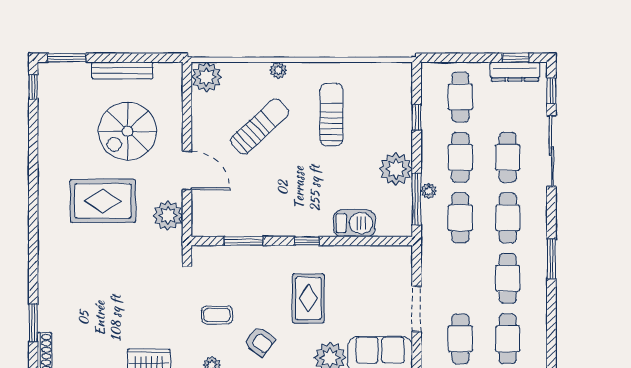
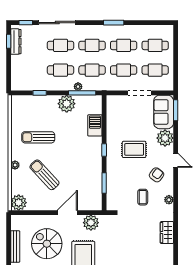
cafe table: (460, 97) -> (124, 70), moved
spiral stairs: (128, 131) -> (47, 244), turned 180

